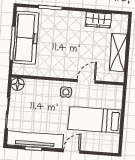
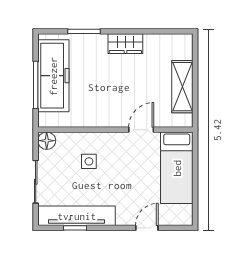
wardrobe: (98, 20) -> (125, 44), moved
side table: (66, 92) -> (89, 161), moved
bed: (95, 120) -> (177, 168), moved, turned -90
door: (72, 151) -> (147, 228), moved

